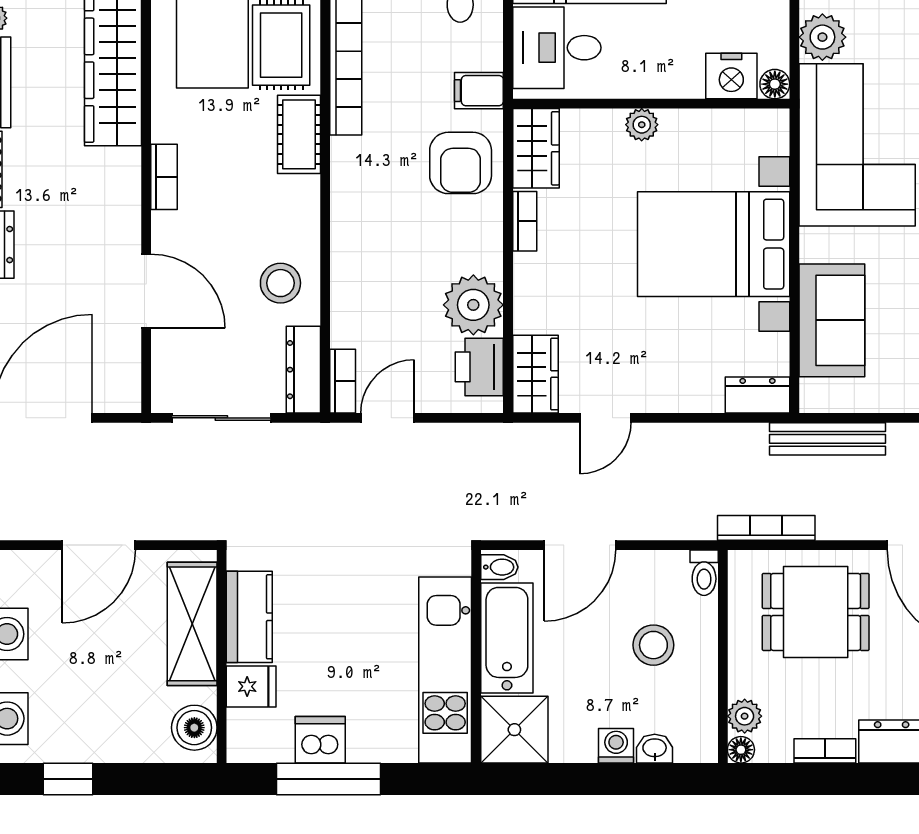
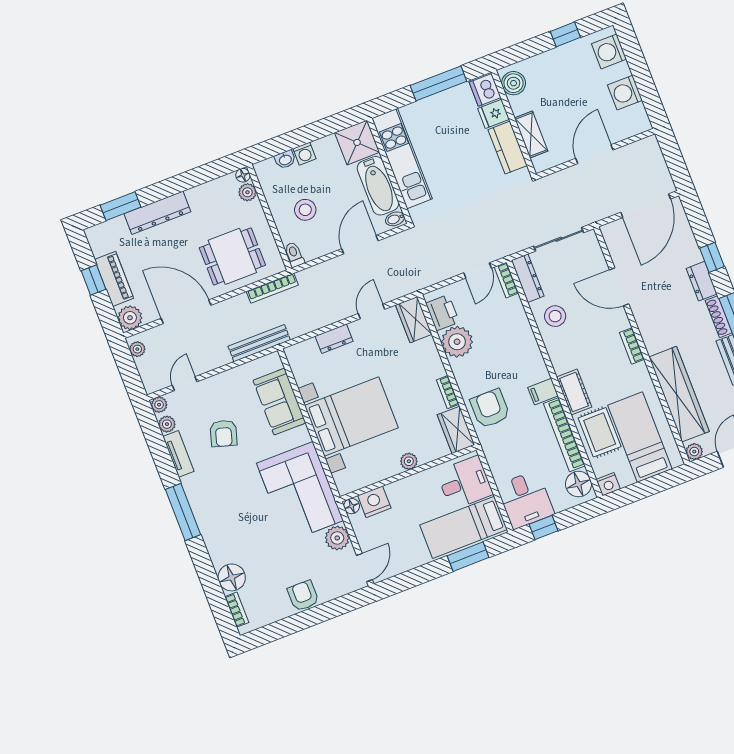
filing cabinet: (479, 91) -> (543, 392), moved, turned 180
dresser: (757, 395) -> (334, 339), moved
shelving: (192, 624) -> (531, 135), width x0.67, depth x0.75
dishwasher: (320, 740) -> (485, 90), moved, turned 90
bookcase: (825, 751) -> (202, 191), removed

